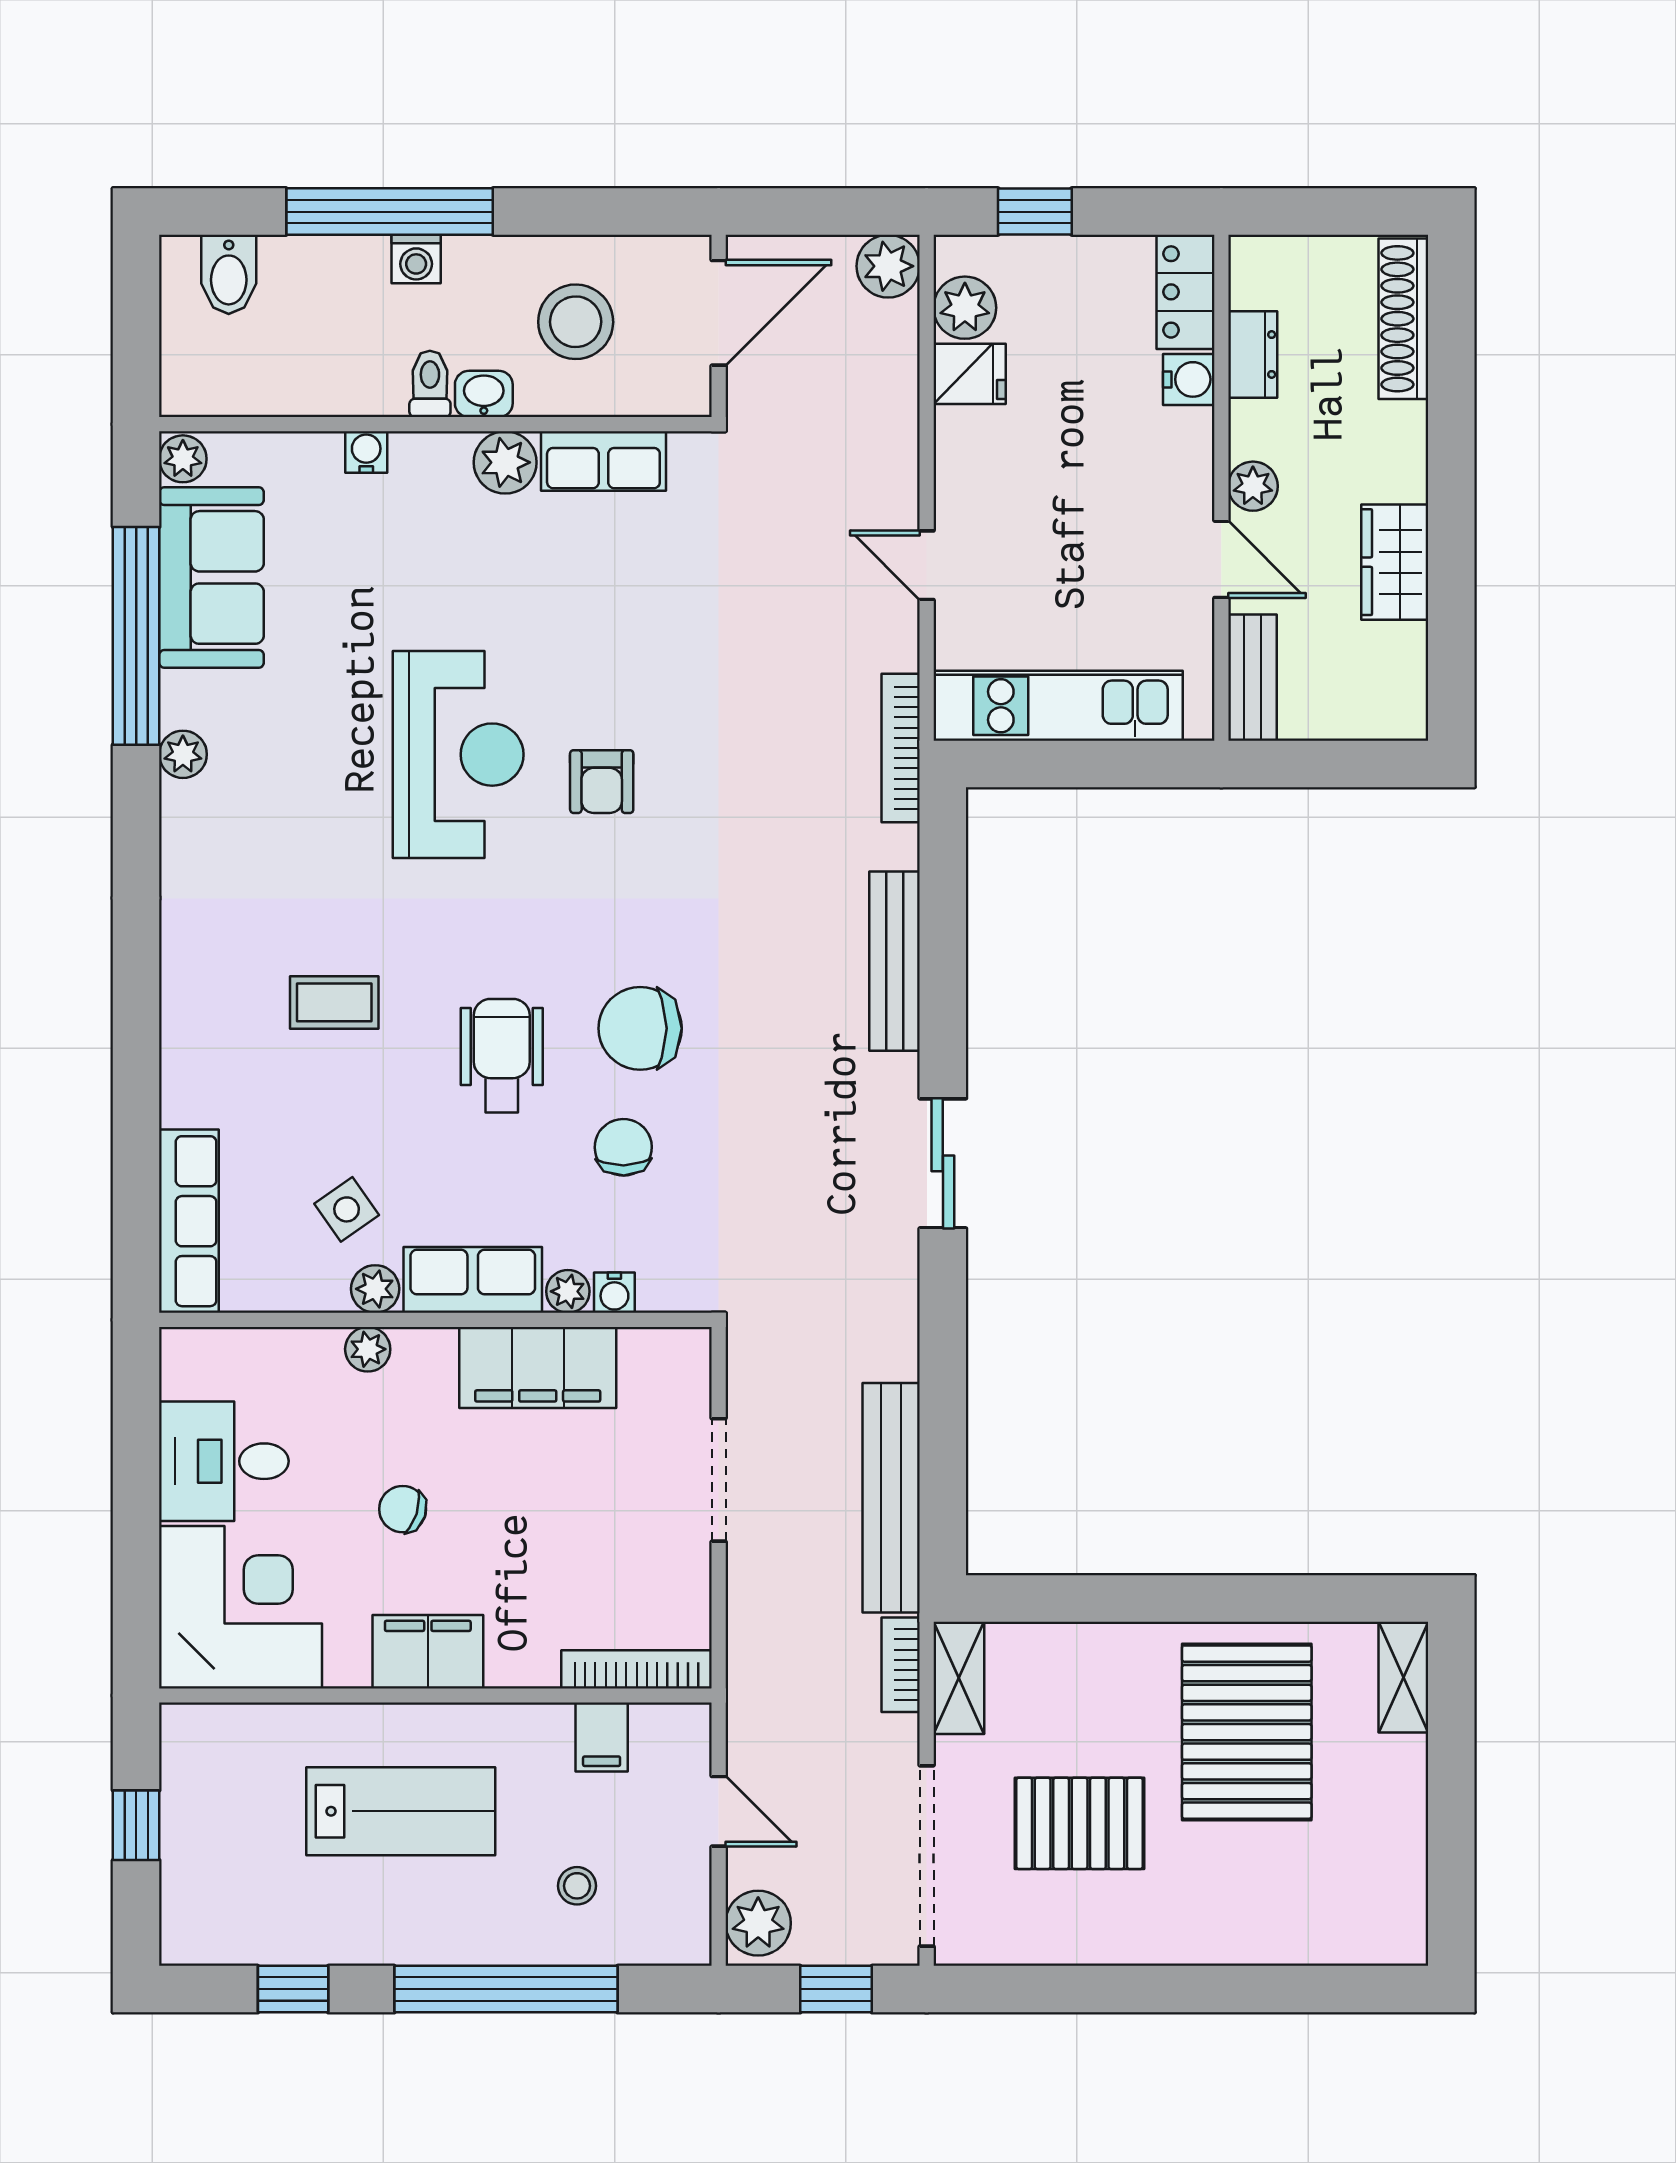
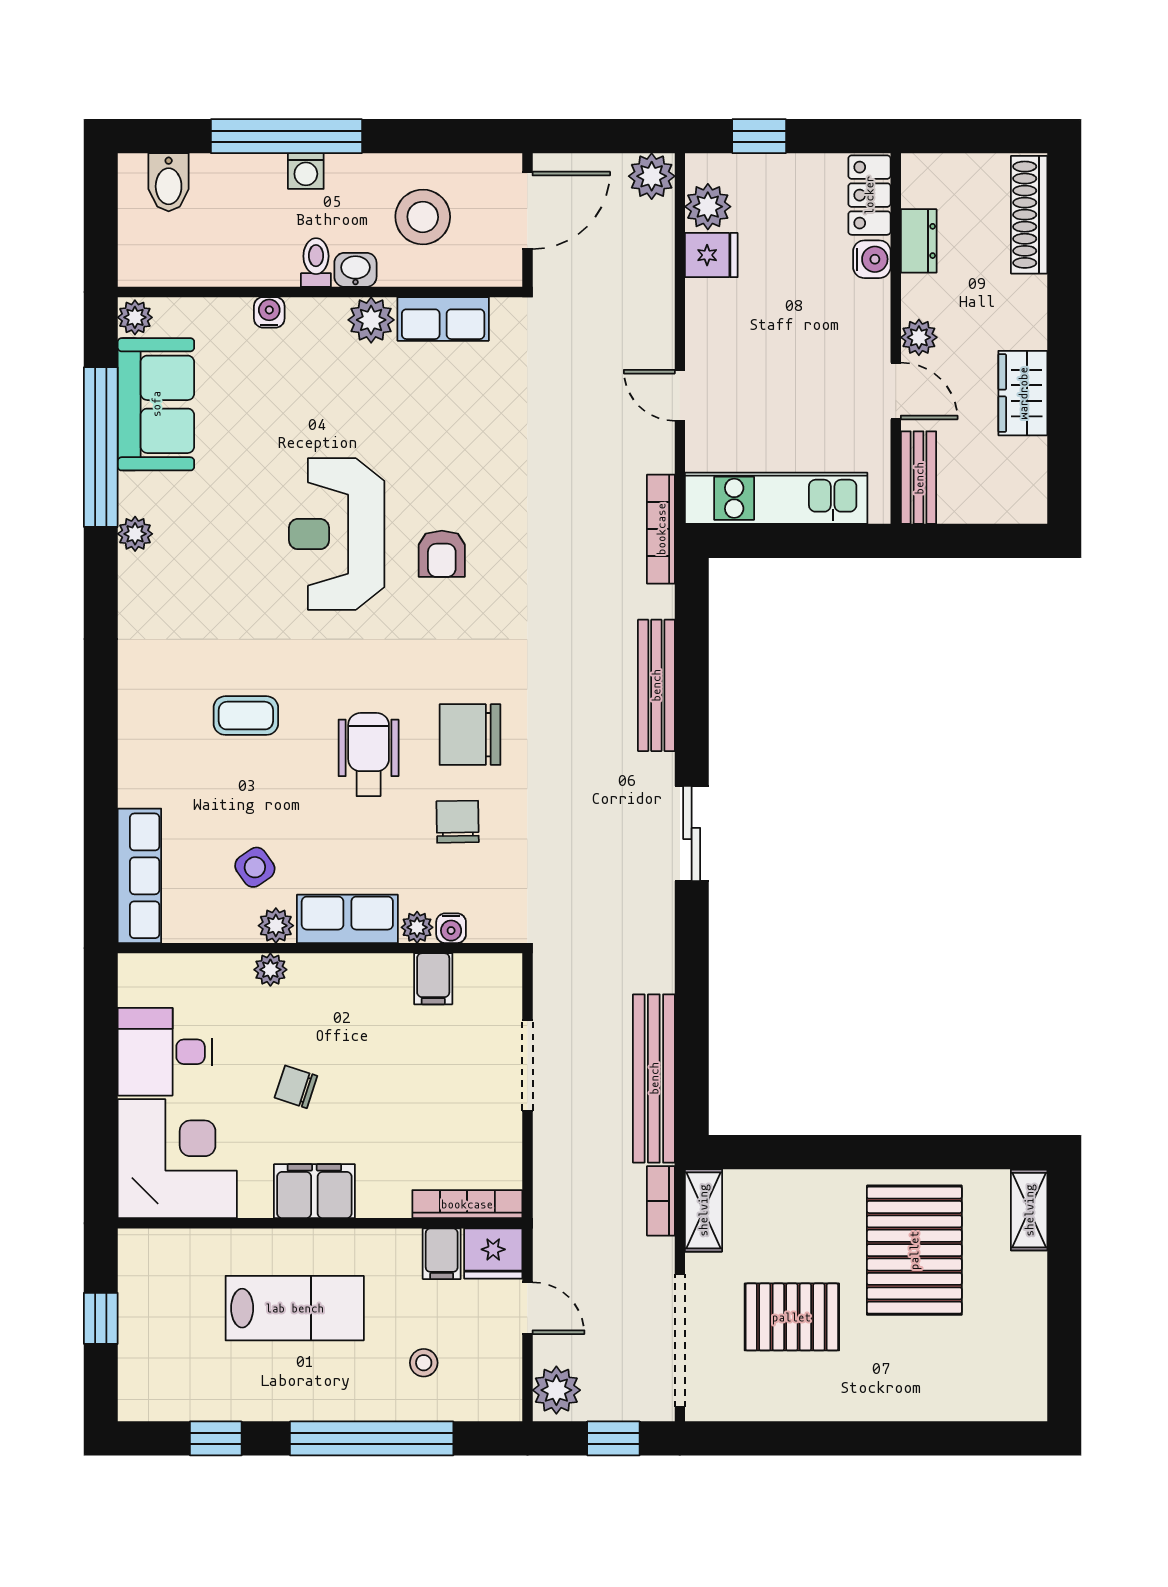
reception desk: (458, 755) -> (337, 534), turned 180
filing cabinet: (538, 1367) -> (433, 979), width x0.33, depth x0.86
fridge: (672, 1737) -> (493, 1253), added

